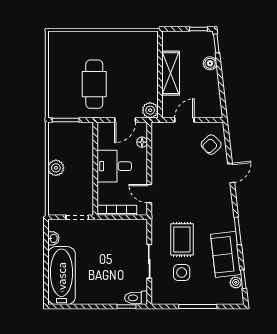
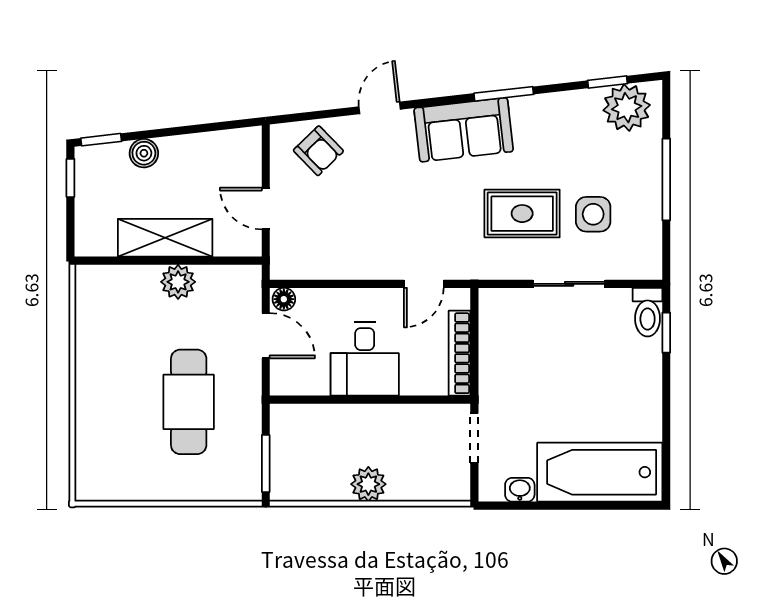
cafe table: (94, 84) -> (189, 402), turned 90
plant: (150, 110) -> (178, 282), moved
floor lamp: (142, 142) -> (284, 299), moved
door: (231, 173) -> (380, 108), hinge flipped
sofa: (226, 254) -> (464, 130), moved
plant: (236, 282) -> (627, 108), width x1.87, depth x1.87

